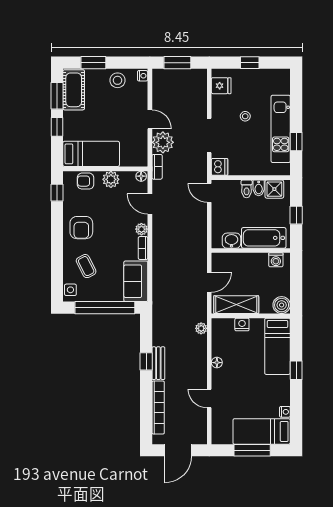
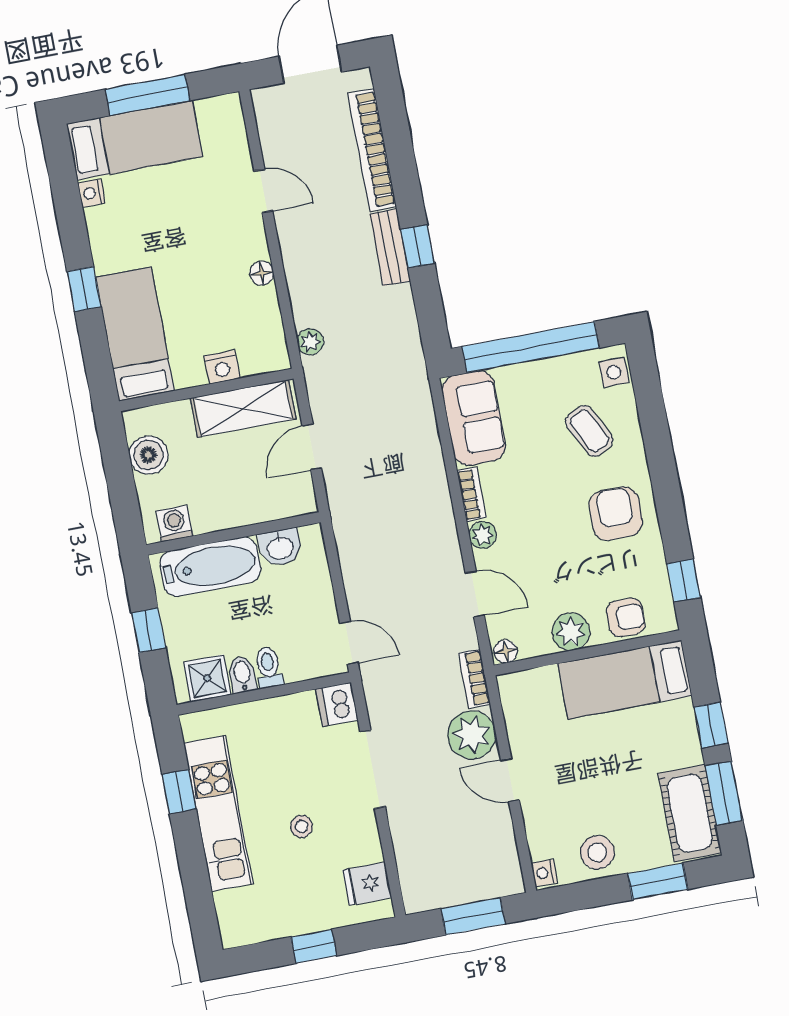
boiler: (282, 305) -> (149, 455), moved

